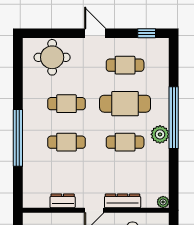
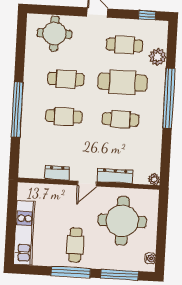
plant: (160, 134) -> (158, 57), moved

